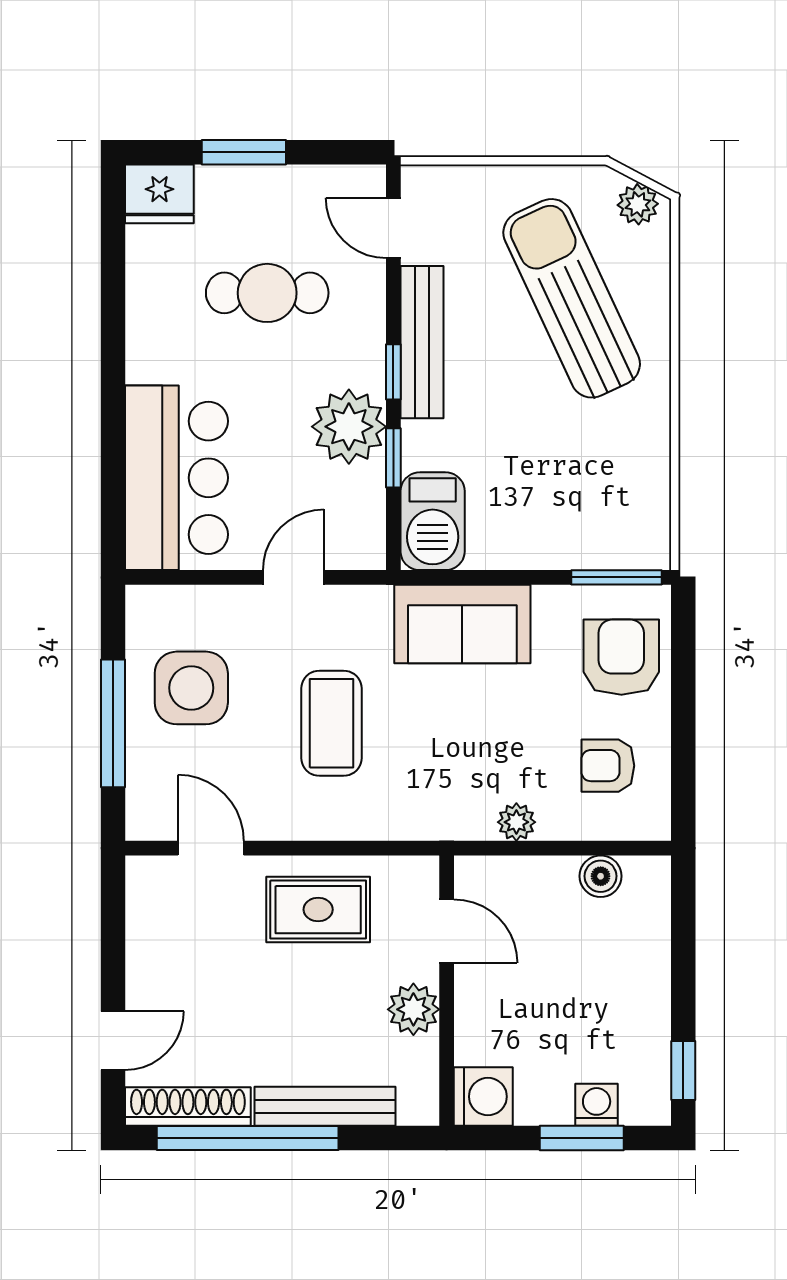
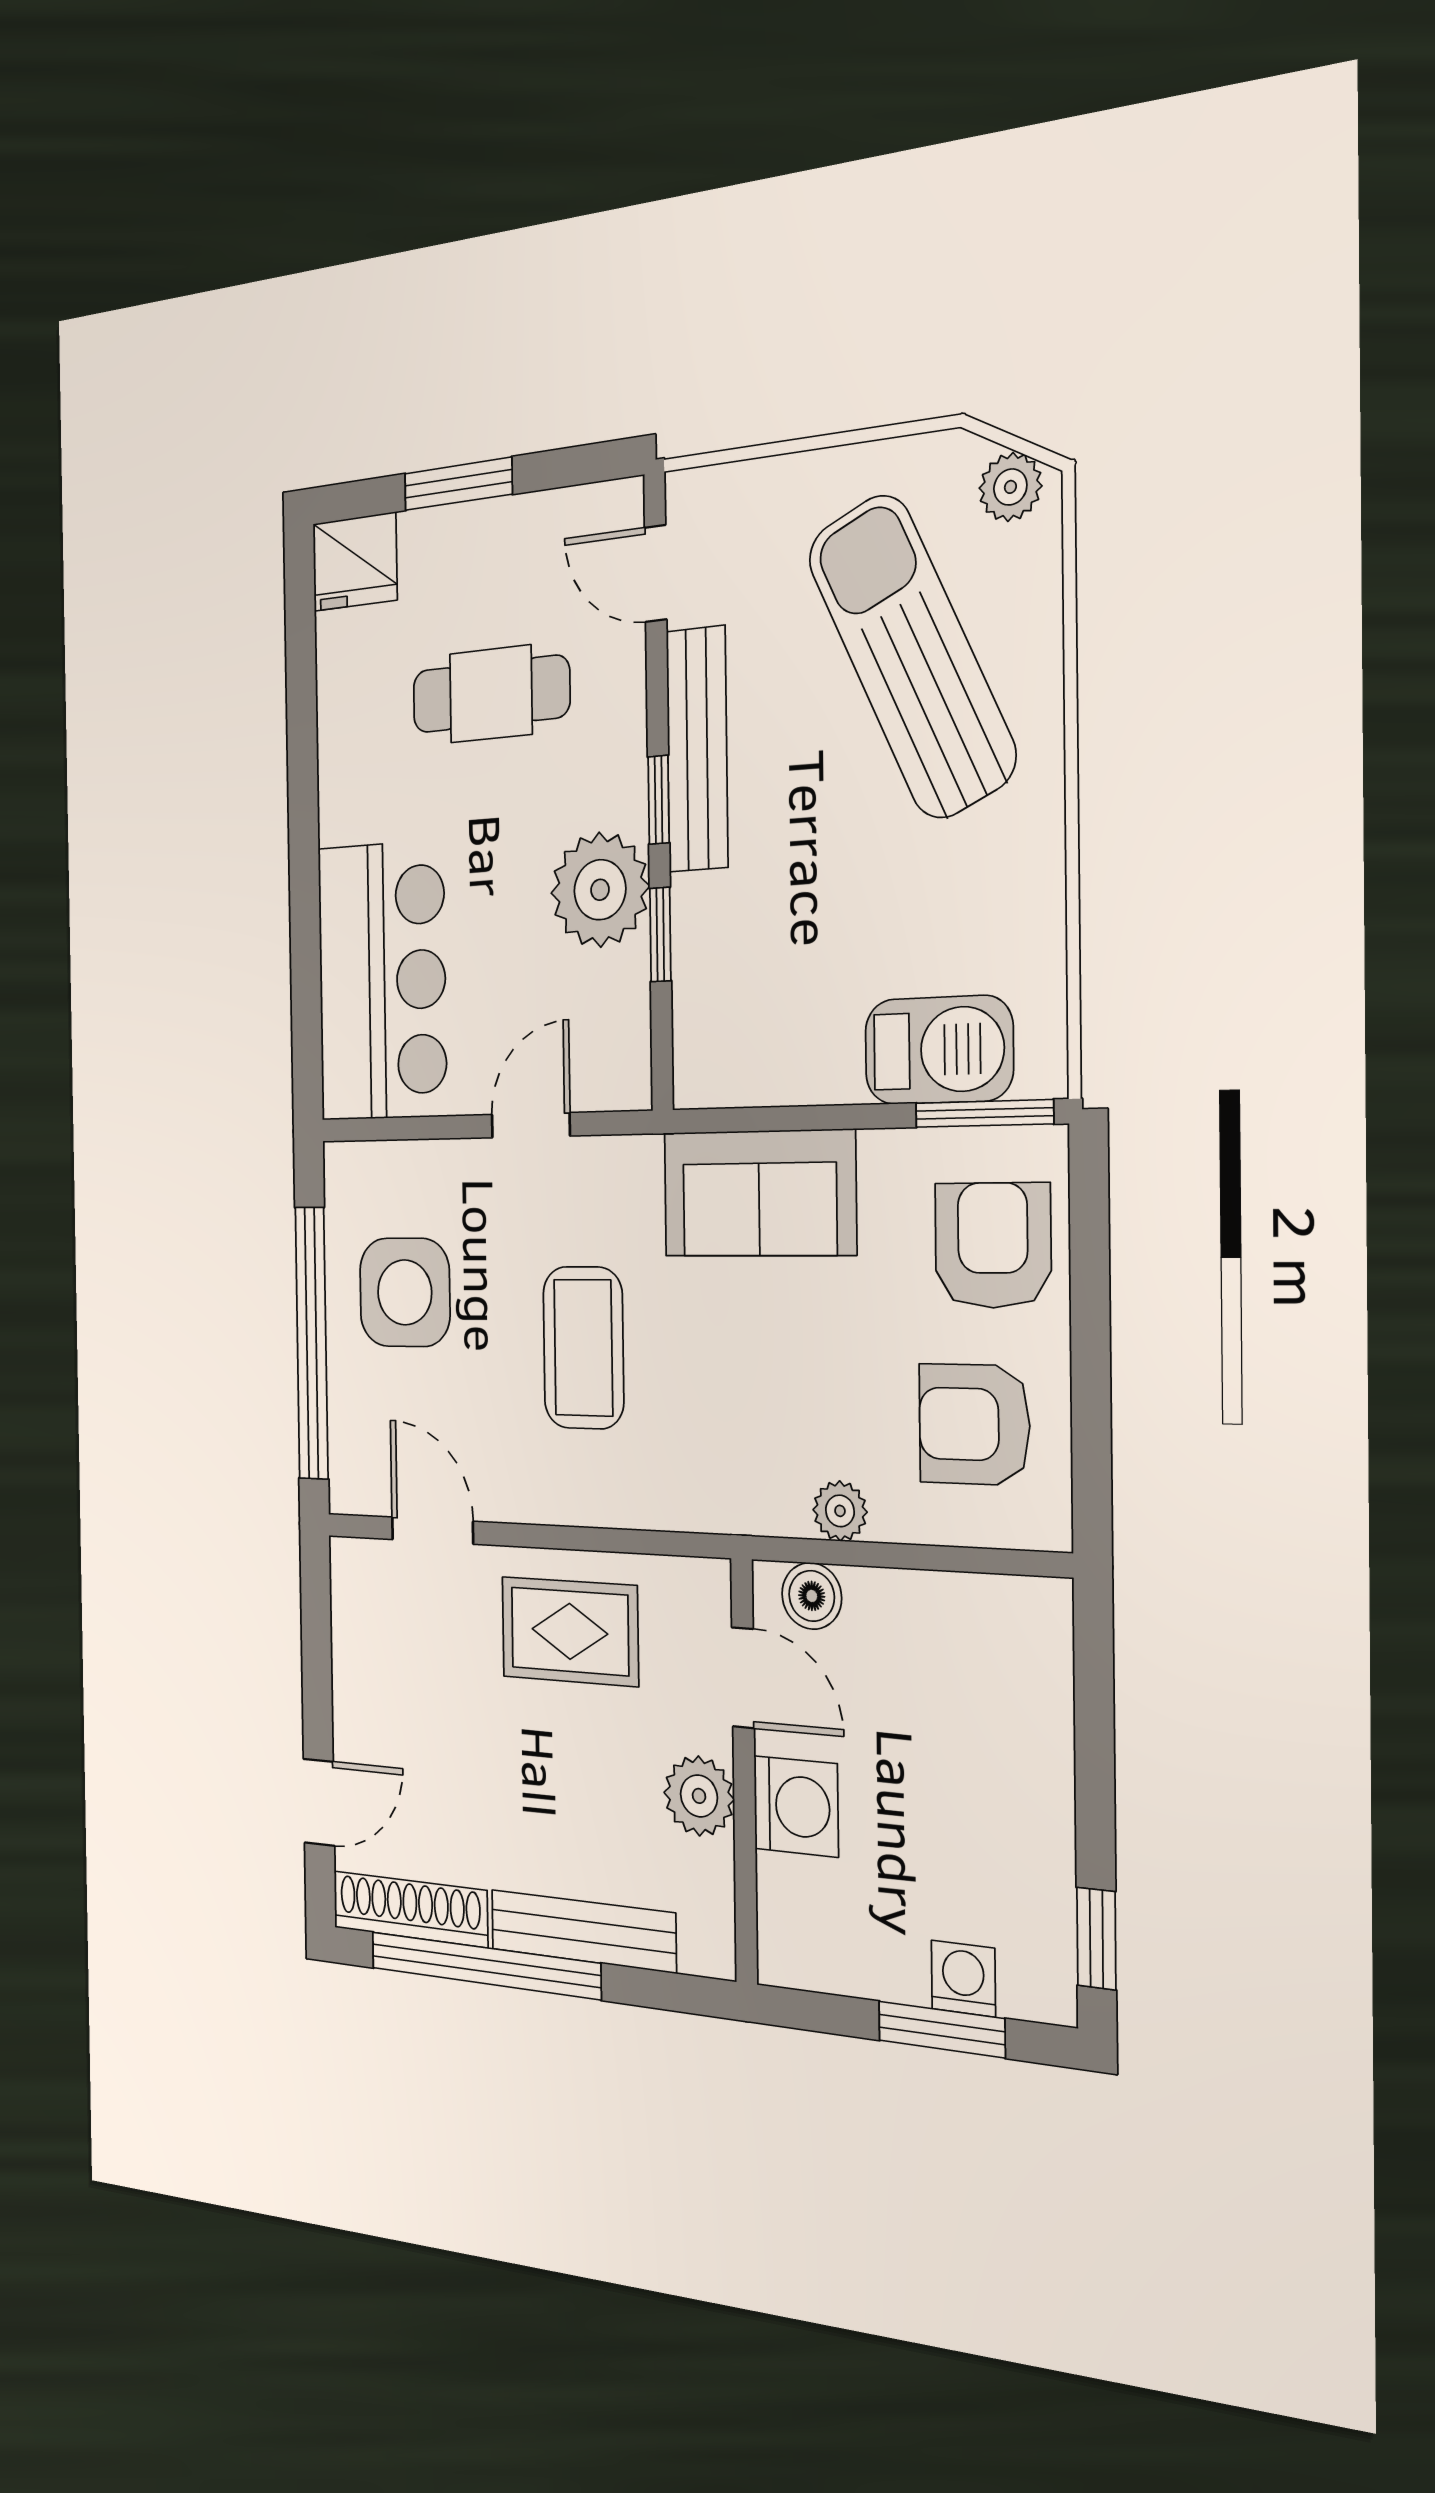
barbecue: (433, 521) -> (939, 1050), moved, turned -90
window: (113, 723) -> (312, 1343), width x1.46
armchair: (608, 766) -> (974, 1424), width x1.38, depth x1.38
boiler: (601, 876) -> (812, 1596), moved
washing machine: (483, 1097) -> (796, 1806), moved

